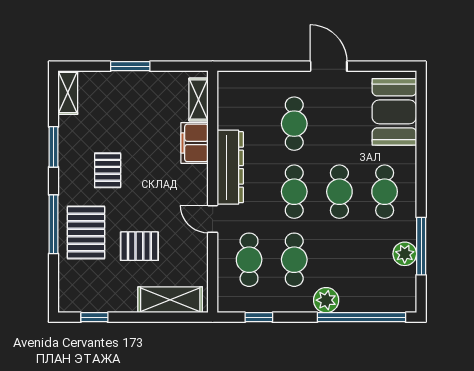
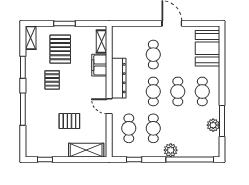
pallet: (86, 232) -> (60, 49), moved

